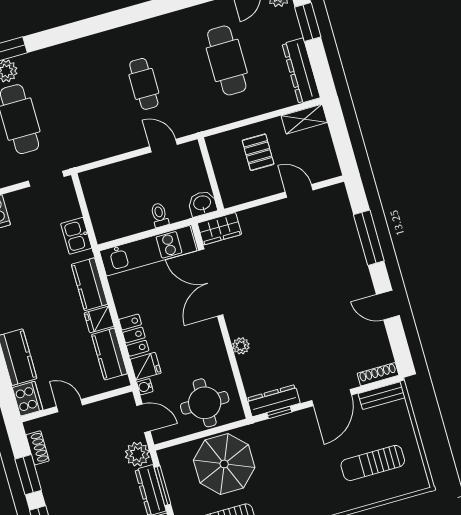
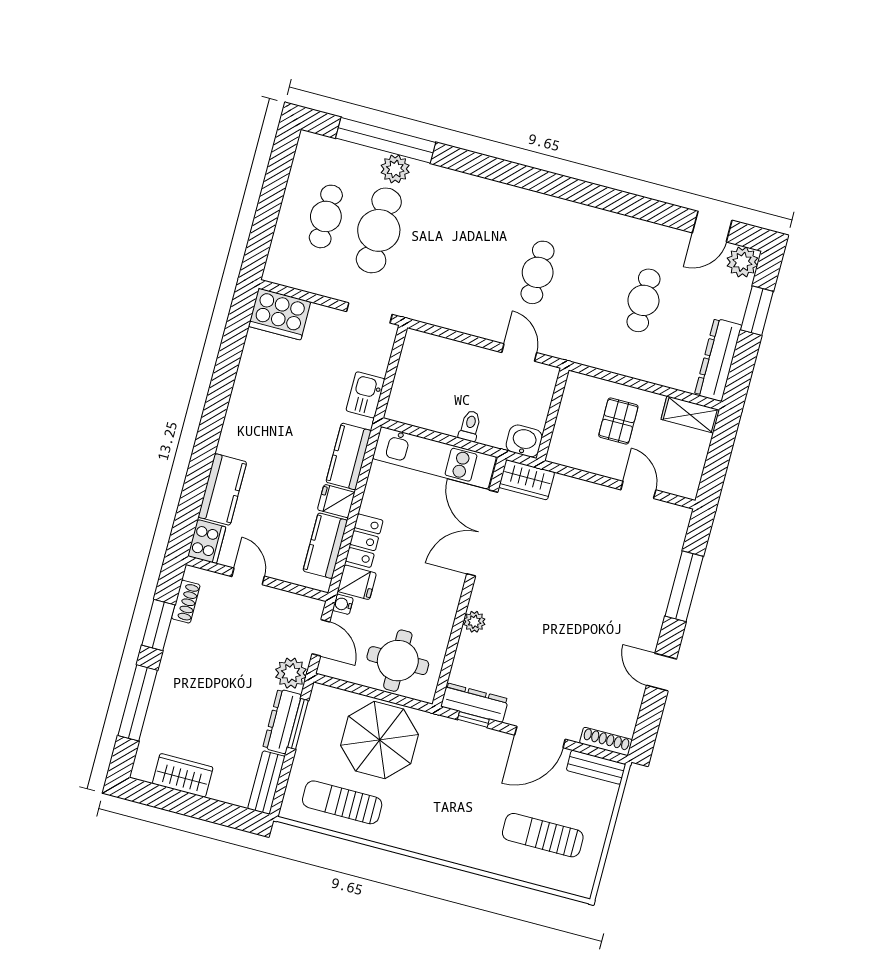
cafe table: (227, 60) -> (643, 300), width x0.73, depth x0.74

